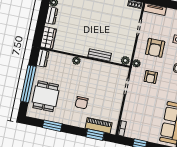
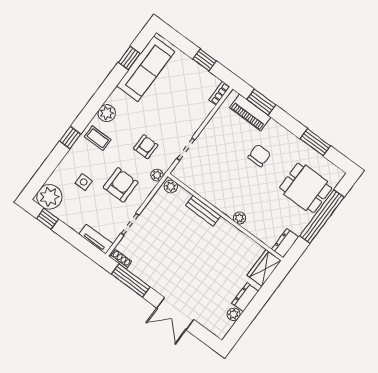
dining table: (46, 96) -> (306, 188), turned 90

